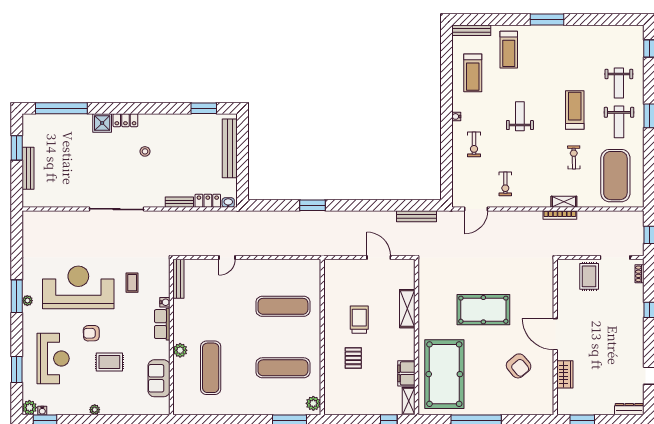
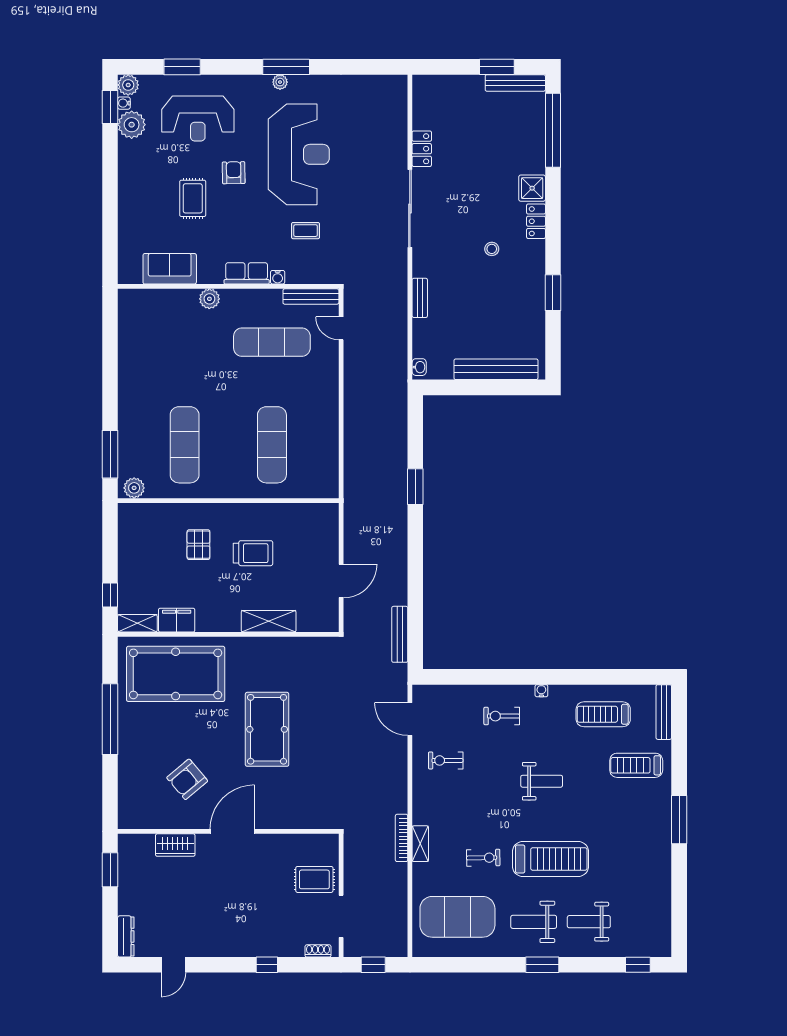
window: (204, 108) -> (553, 293), moved
treadmill: (575, 110) -> (551, 859), width x1.37, depth x1.38
bench: (28, 168) -> (515, 83), moved
locker: (208, 201) -> (422, 149), moved
door: (227, 258) -> (341, 328), moved
pallet: (353, 358) -> (198, 545), turned 90
exercise mat: (211, 368) -> (272, 342), moved
plant: (95, 410) -> (132, 125), moved, width x1.88, depth x1.88

